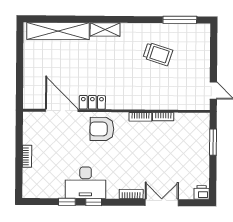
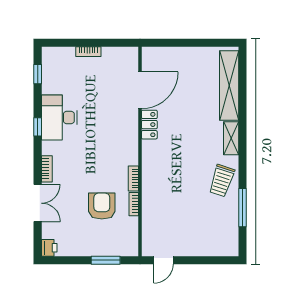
window: (180, 20) -> (242, 208), moved
trolley: (158, 54) -> (222, 181), moved
armchair: (102, 129) -> (102, 206), moved
window: (67, 202) -> (38, 74), moved

